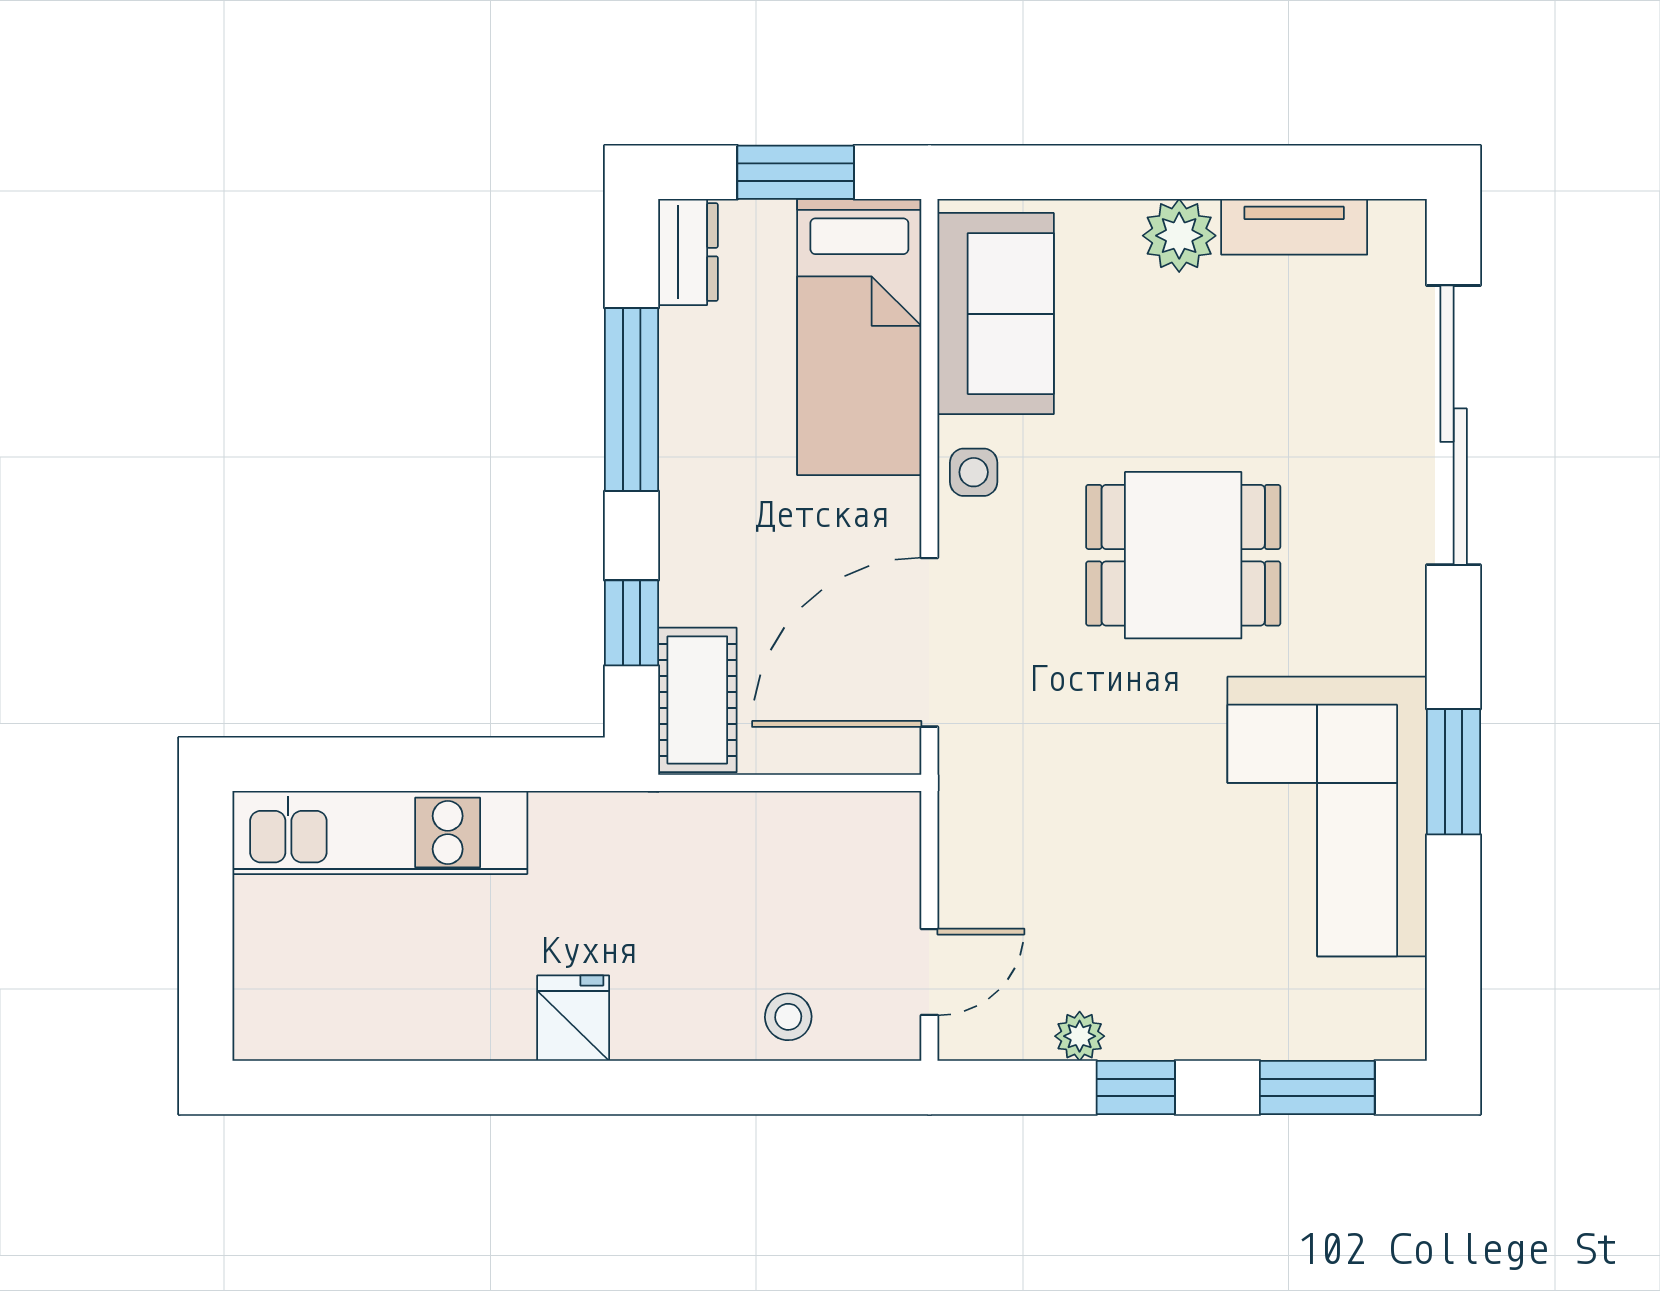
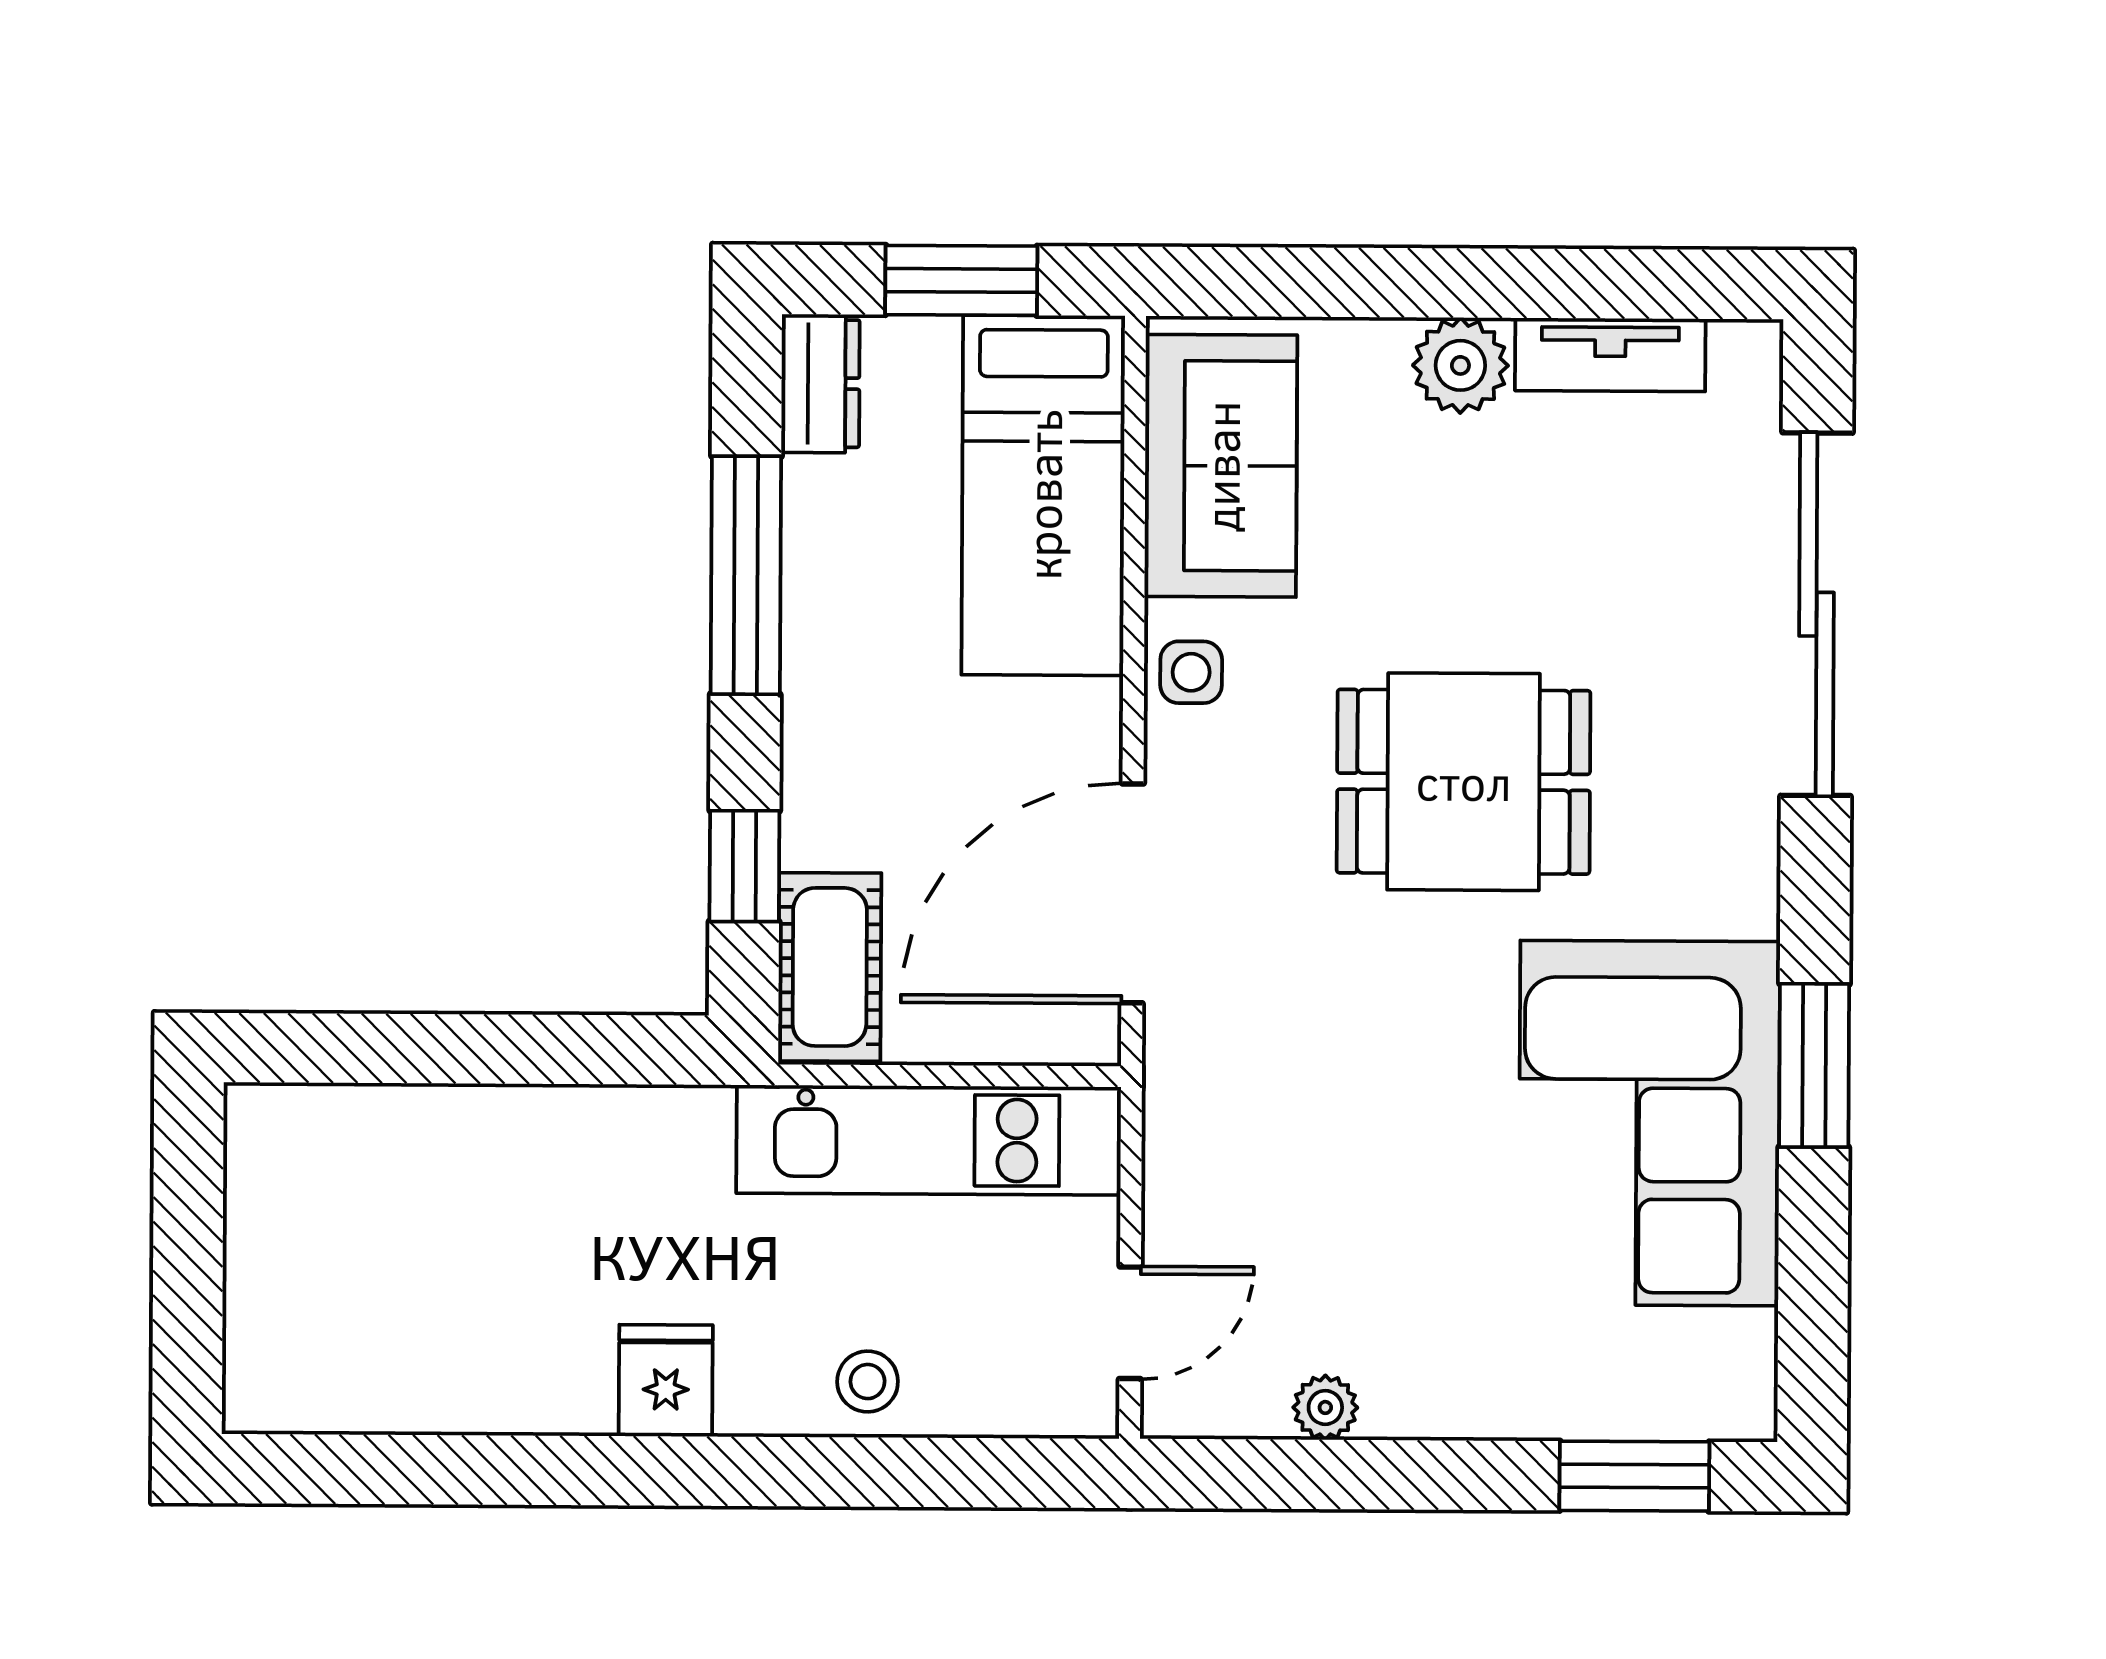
kitchen unit: (380, 832) -> (929, 1140), moved
stool: (788, 1017) -> (868, 1382), moved
window: (1136, 1088) -> (1398, 1475), removed

